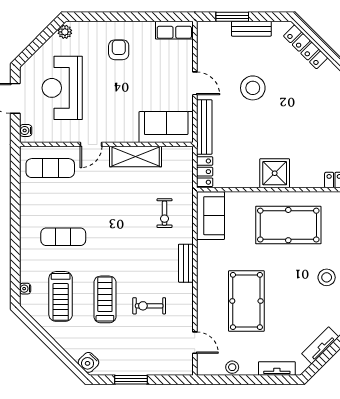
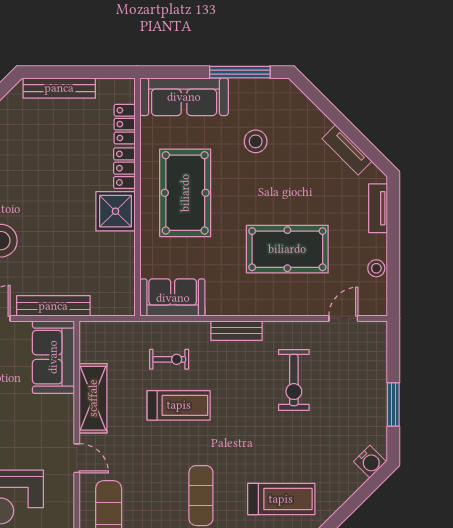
locker: (205, 172) -> (124, 168), moved, turned -90
treadmill: (105, 299) -> (179, 405), moved, turned 180
exercise bike: (149, 306) -> (294, 380), width x1.38, depth x1.39

